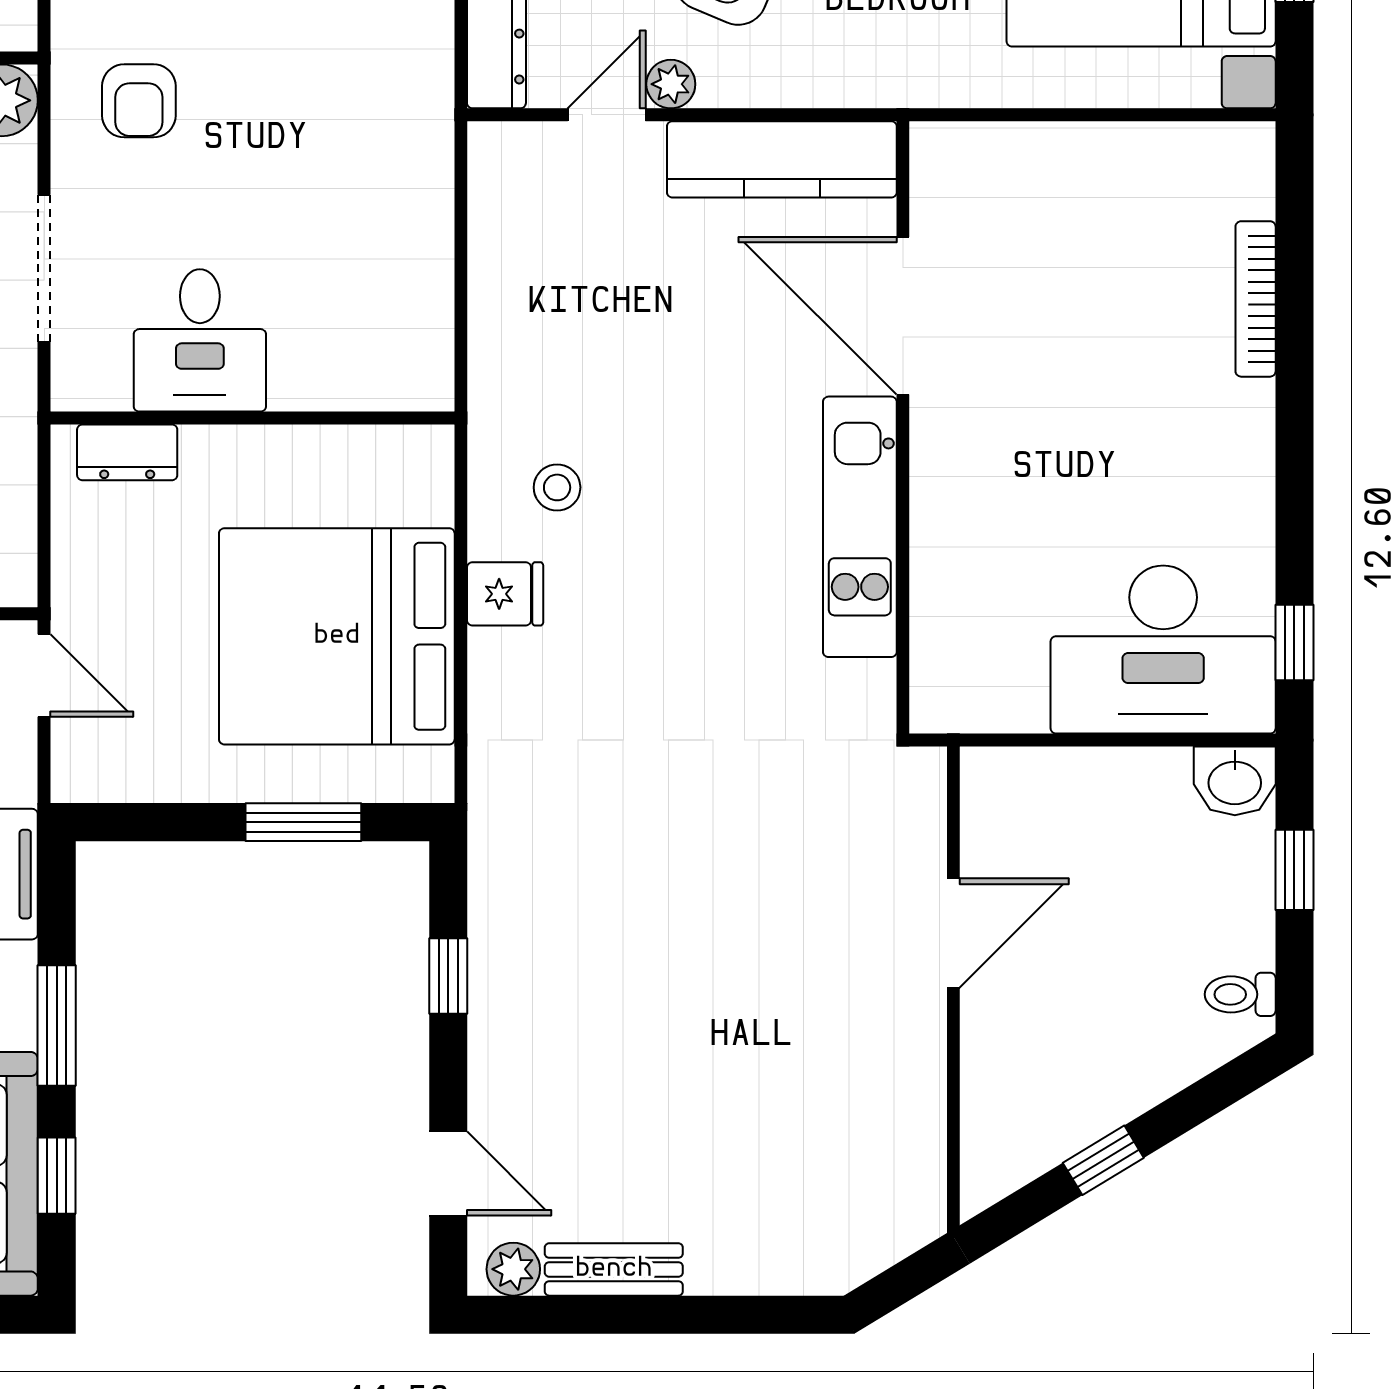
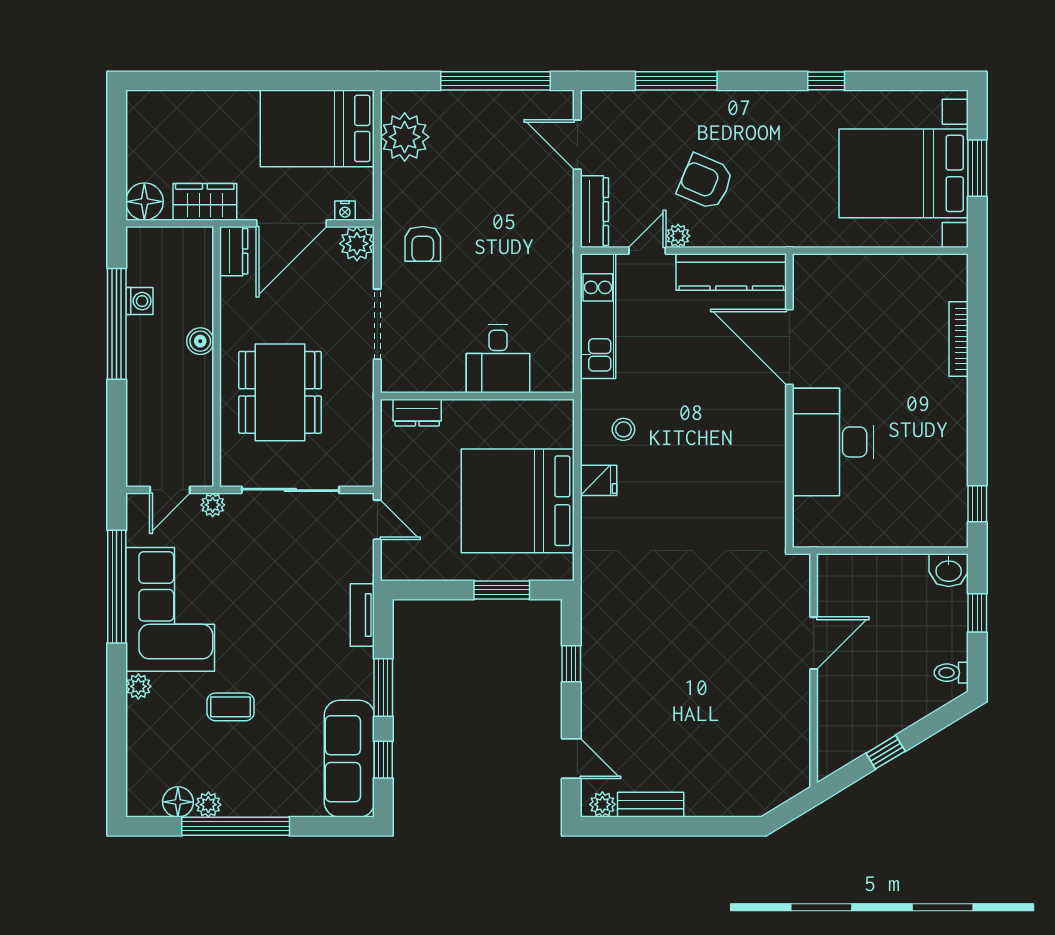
desk: (200, 340) -> (498, 359), moved
kitchen unit: (860, 527) -> (598, 316), moved, turned 180
desk: (1163, 650) -> (833, 442), moved, turned 90

